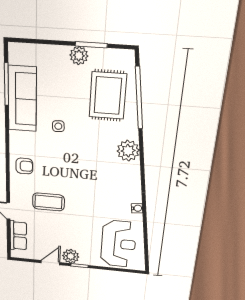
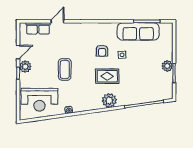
rug: (108, 96) -> (107, 76), moved, width x0.73, depth x0.70
armchair: (24, 166) -> (102, 51), moved
coffee table: (48, 202) -> (65, 69), moved
door: (50, 263) -> (18, 52), hinge flipped

